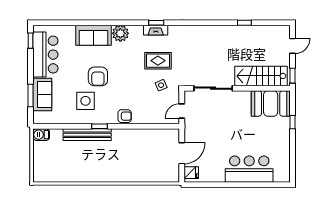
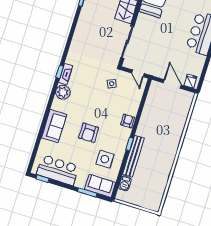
plant: (120, 33) -> (63, 92), moved
rug: (158, 61) -> (91, 80), removed
armchair: (98, 76) -> (89, 133), turned 90
sofa: (42, 94) -> (100, 186), moved
side table: (85, 101) -> (105, 159), moved
barbecue: (41, 135) -> (125, 183), moved

